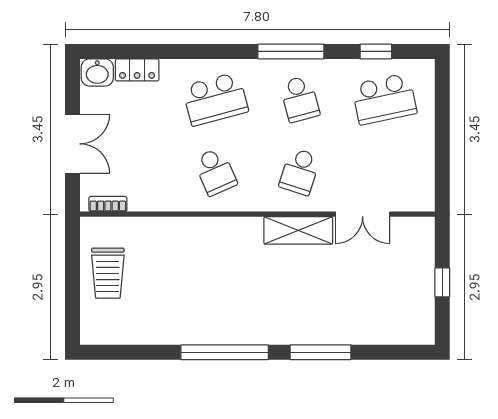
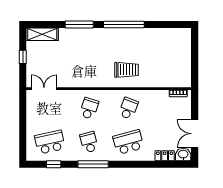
double door: (73, 144) -> (195, 134), moved
school desk: (215, 172) -> (128, 108), turned 45
double door: (363, 214) -> (44, 89), moved
shelving: (298, 230) -> (42, 34), moved
trolley: (108, 273) -> (126, 70), moved, turned 90

